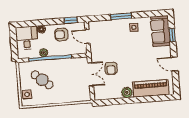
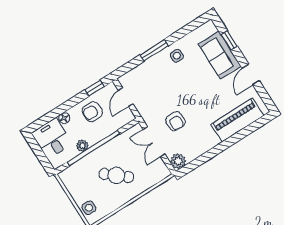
sofa: (160, 31) -> (220, 55), moved
door: (87, 36) -> (126, 97), hinge flipped
door: (174, 64) -> (251, 74), hinge flipped
double door: (90, 74) -> (154, 142), swing flipped
cafe table: (42, 80) -> (116, 175), moved
plant: (127, 92) -> (178, 161), moved

